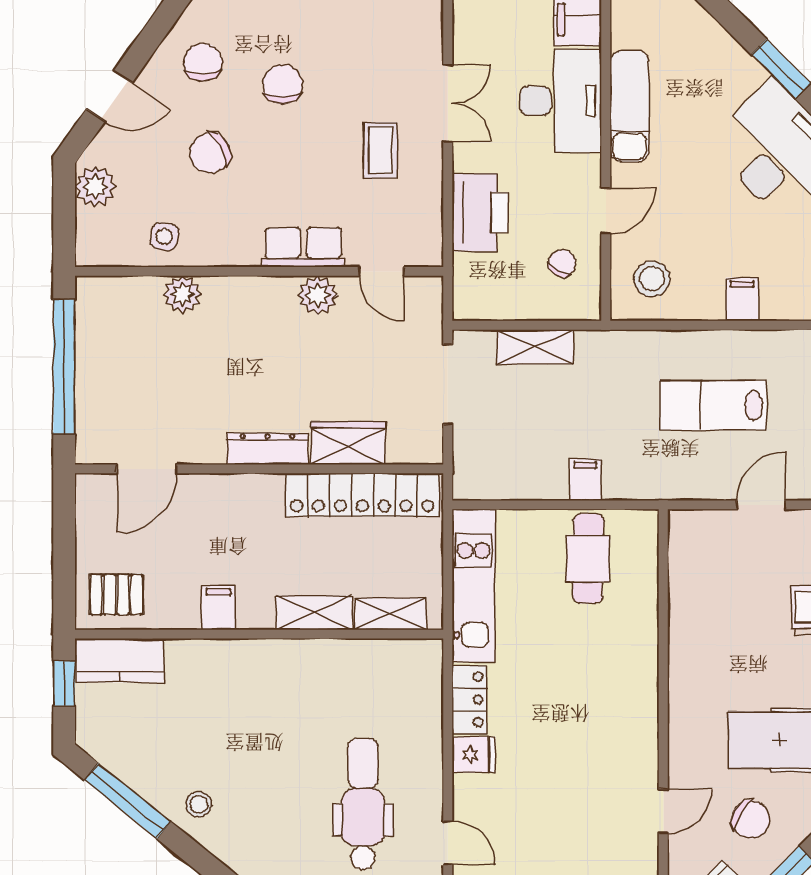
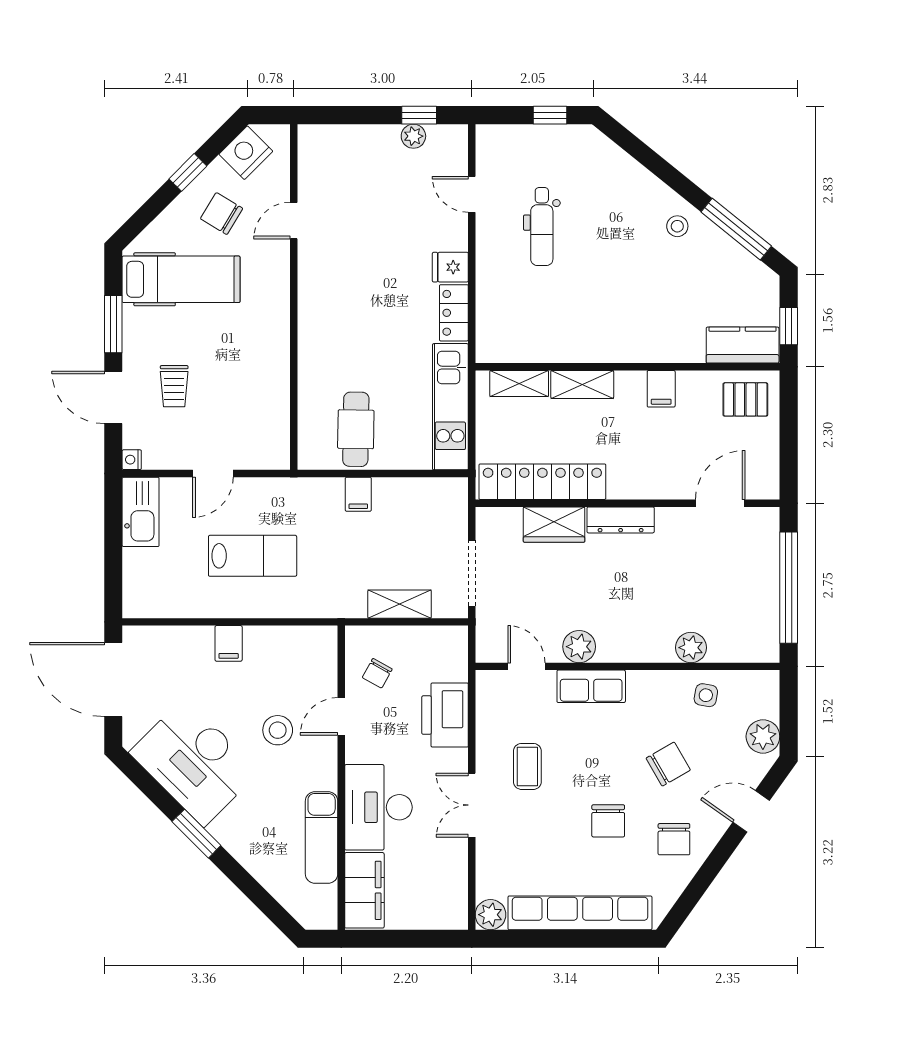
exam couch: (630, 106) -> (322, 838), moved
stool: (652, 279) -> (278, 730), moved
dental chair: (363, 804) -> (542, 227), width x0.73, depth x0.72

